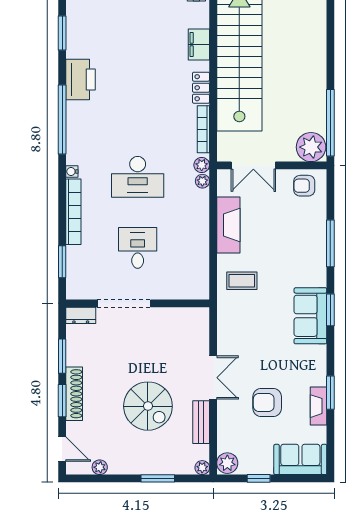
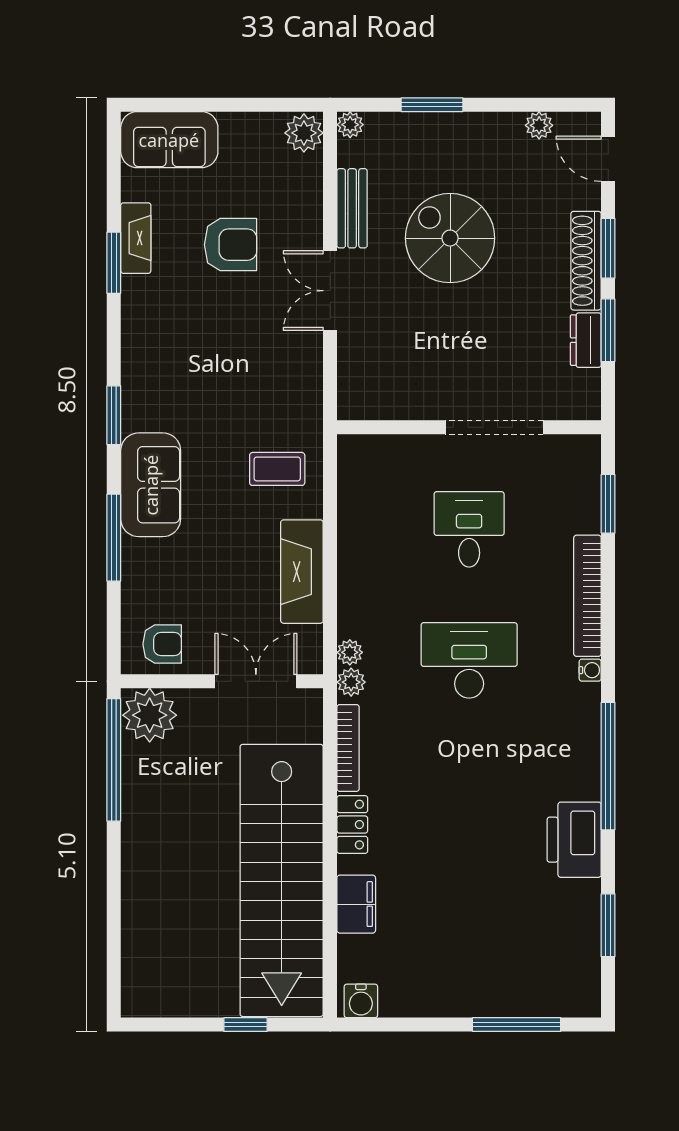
desk: (138, 248) -> (469, 529), turned 180
dresser: (81, 315) -> (586, 340), moved, turned -90
sofa: (310, 316) -> (151, 485), moved
window: (259, 478) -> (246, 105), removed

